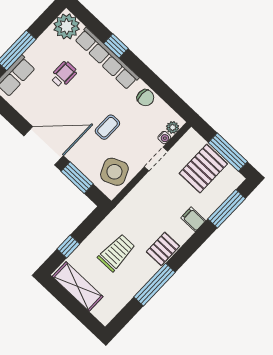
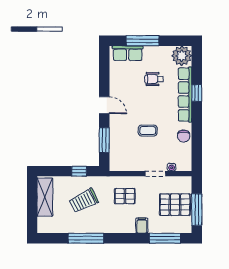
wheelchair: (64, 74) -> (154, 79), turned 180
plant: (173, 127) -> (181, 166), removed
door: (44, 146) -> (104, 105), width x0.53
side table: (114, 172) -> (127, 158), removed
window: (68, 246) -> (79, 171), moved
pallet: (163, 249) -> (125, 196), moved
trolley: (116, 253) -> (84, 201), turned 153

